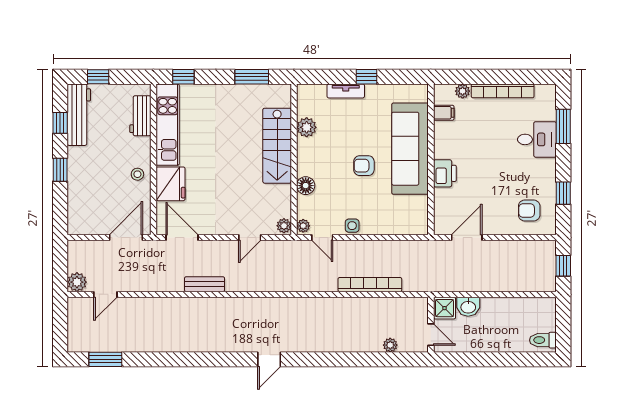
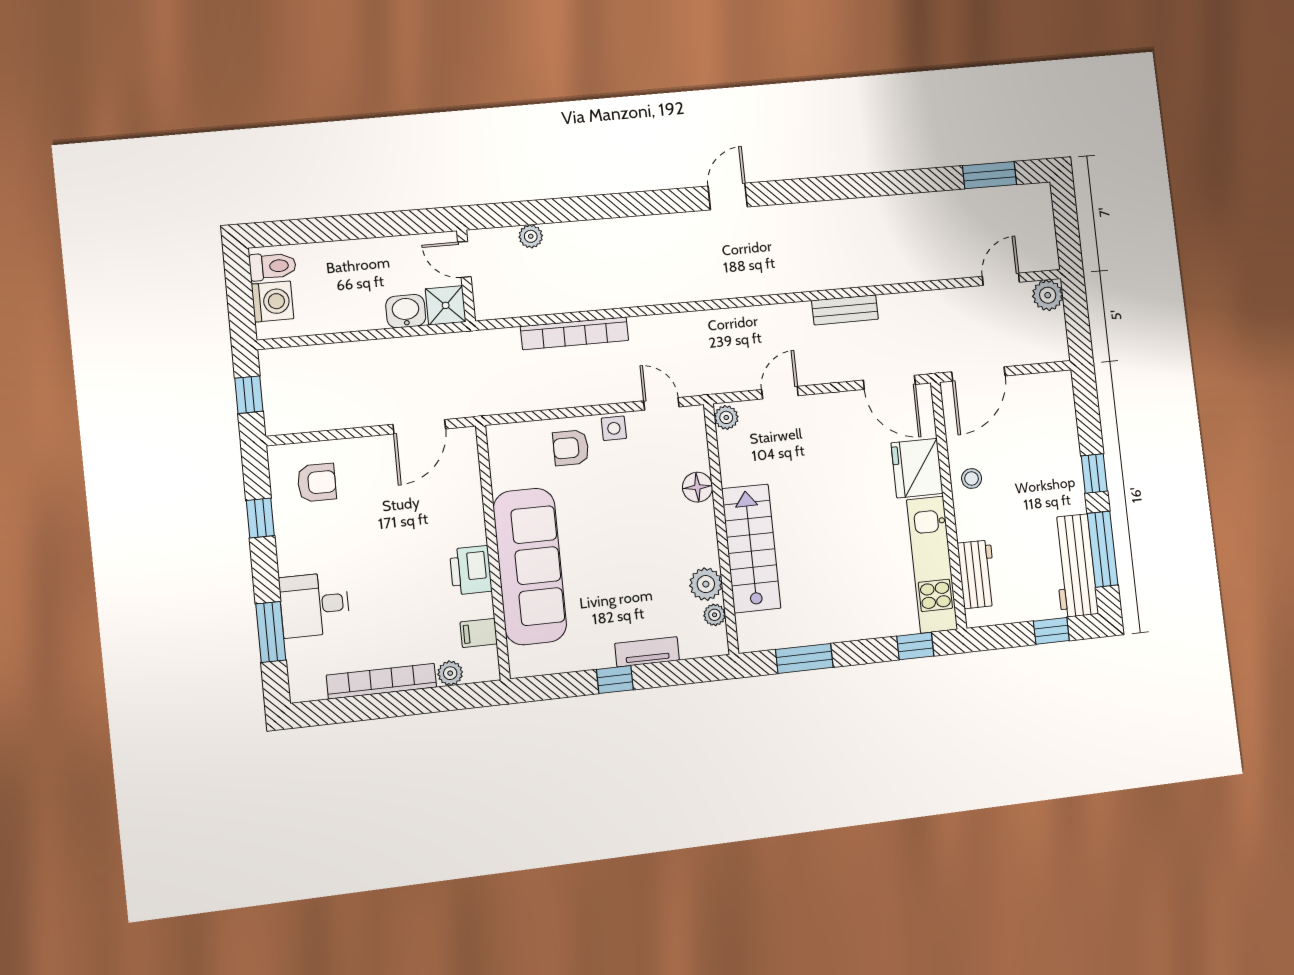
window: (60, 123) -> (1103, 549), width x2.17
armchair: (364, 166) -> (571, 448), moved, turned 180
printer: (445, 173) -> (471, 570), moved
plant: (303, 226) -> (715, 615), moved
washing machine: (545, 319) -> (273, 301), added

